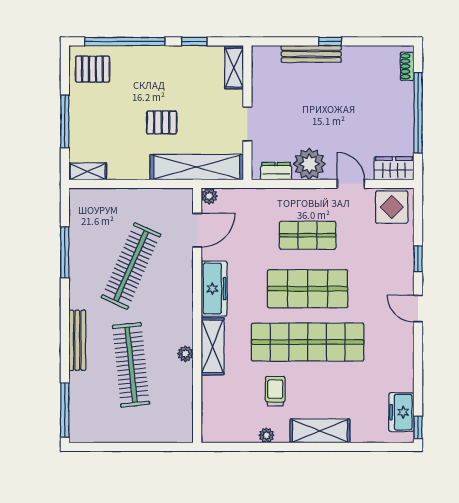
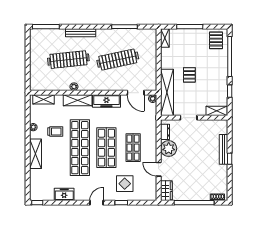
door: (351, 184) -> (159, 169), swing flipped
display table: (392, 207) -> (125, 184), moved
clothes rail: (131, 266) -> (118, 60), turned -36
freezer: (401, 412) -> (64, 194), moved
shelving: (211, 415) -> (43, 99), added

